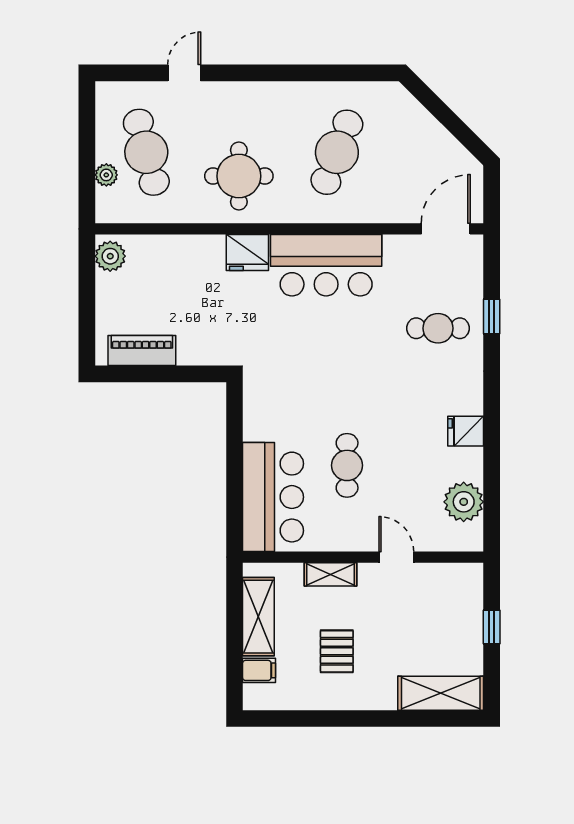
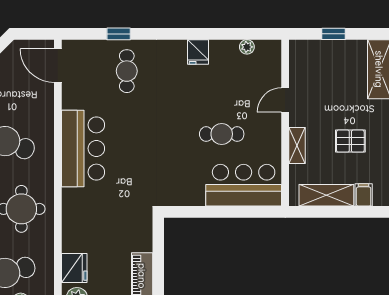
fridge: (247, 252) -> (74, 268), moved
plant: (464, 502) -> (247, 47), width x0.53, depth x0.53

